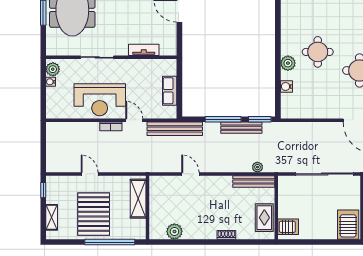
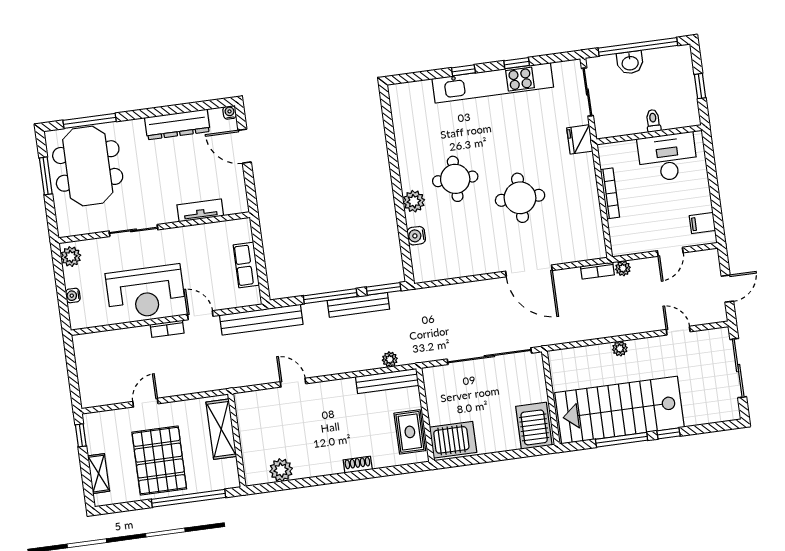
water cooler: (51, 82) -> (73, 296), moved
door: (90, 174) -> (145, 403), hinge flipped
server rack: (288, 227) -> (453, 440), width x1.36, depth x1.44

